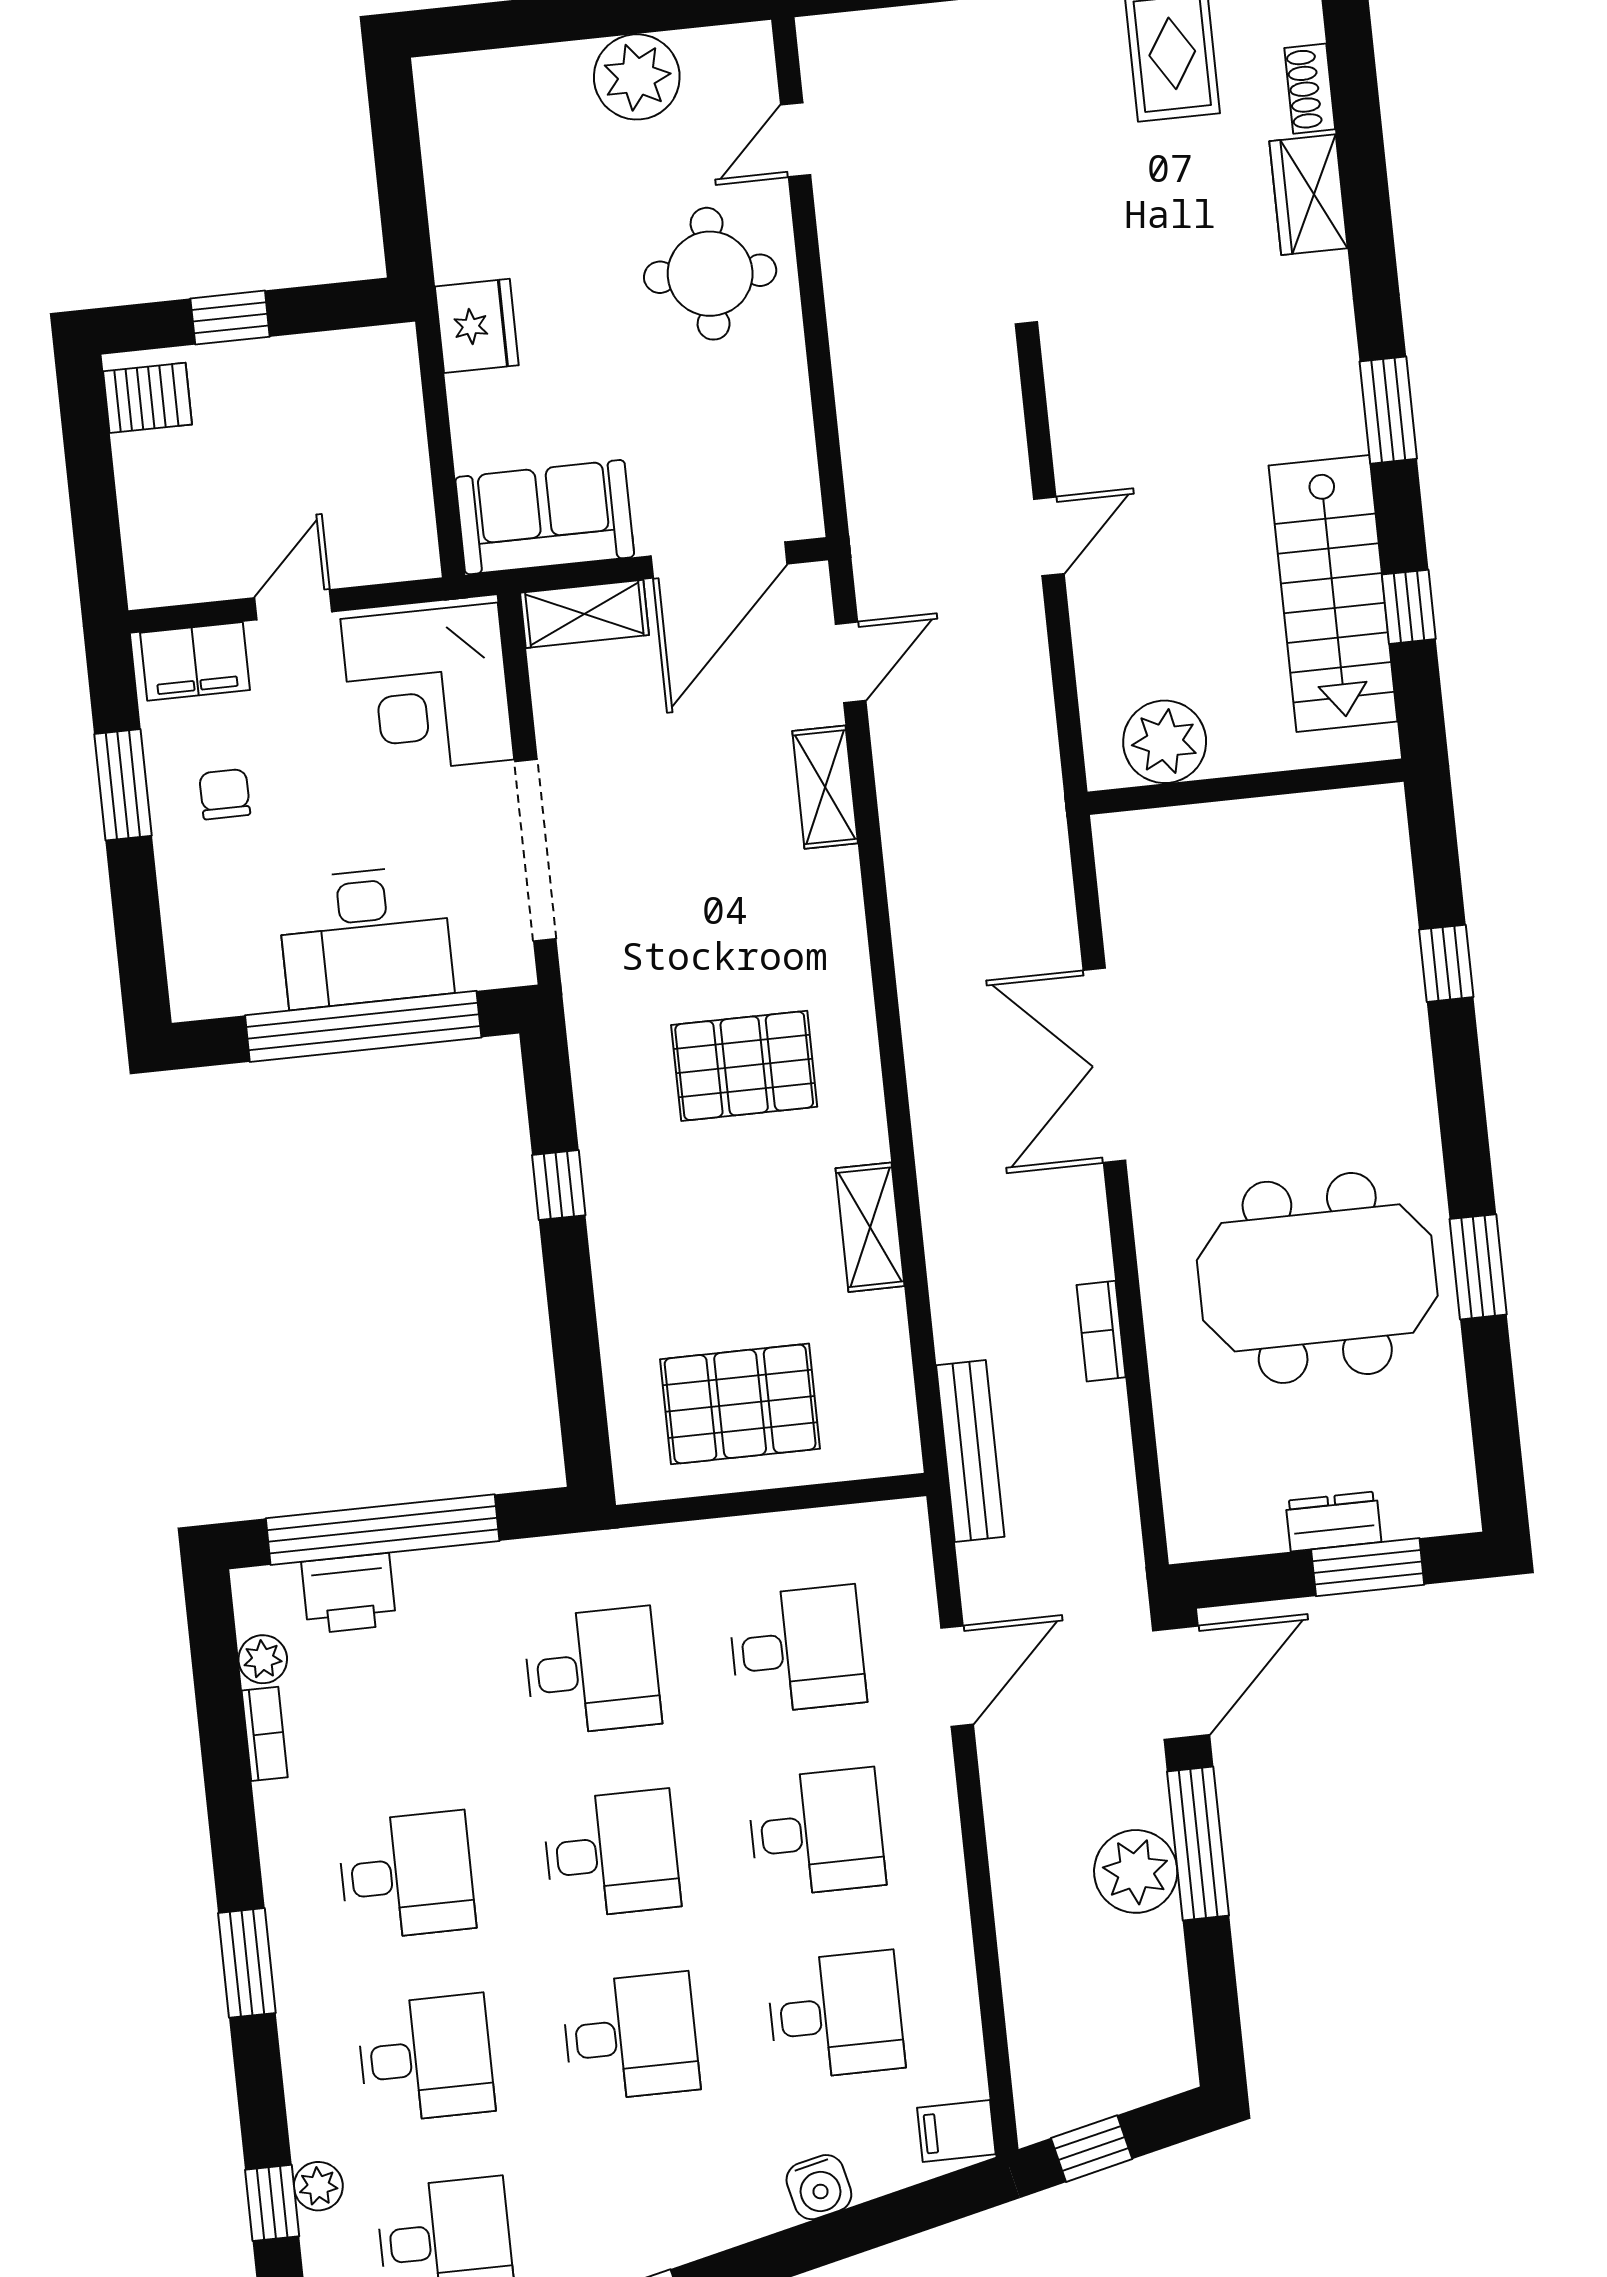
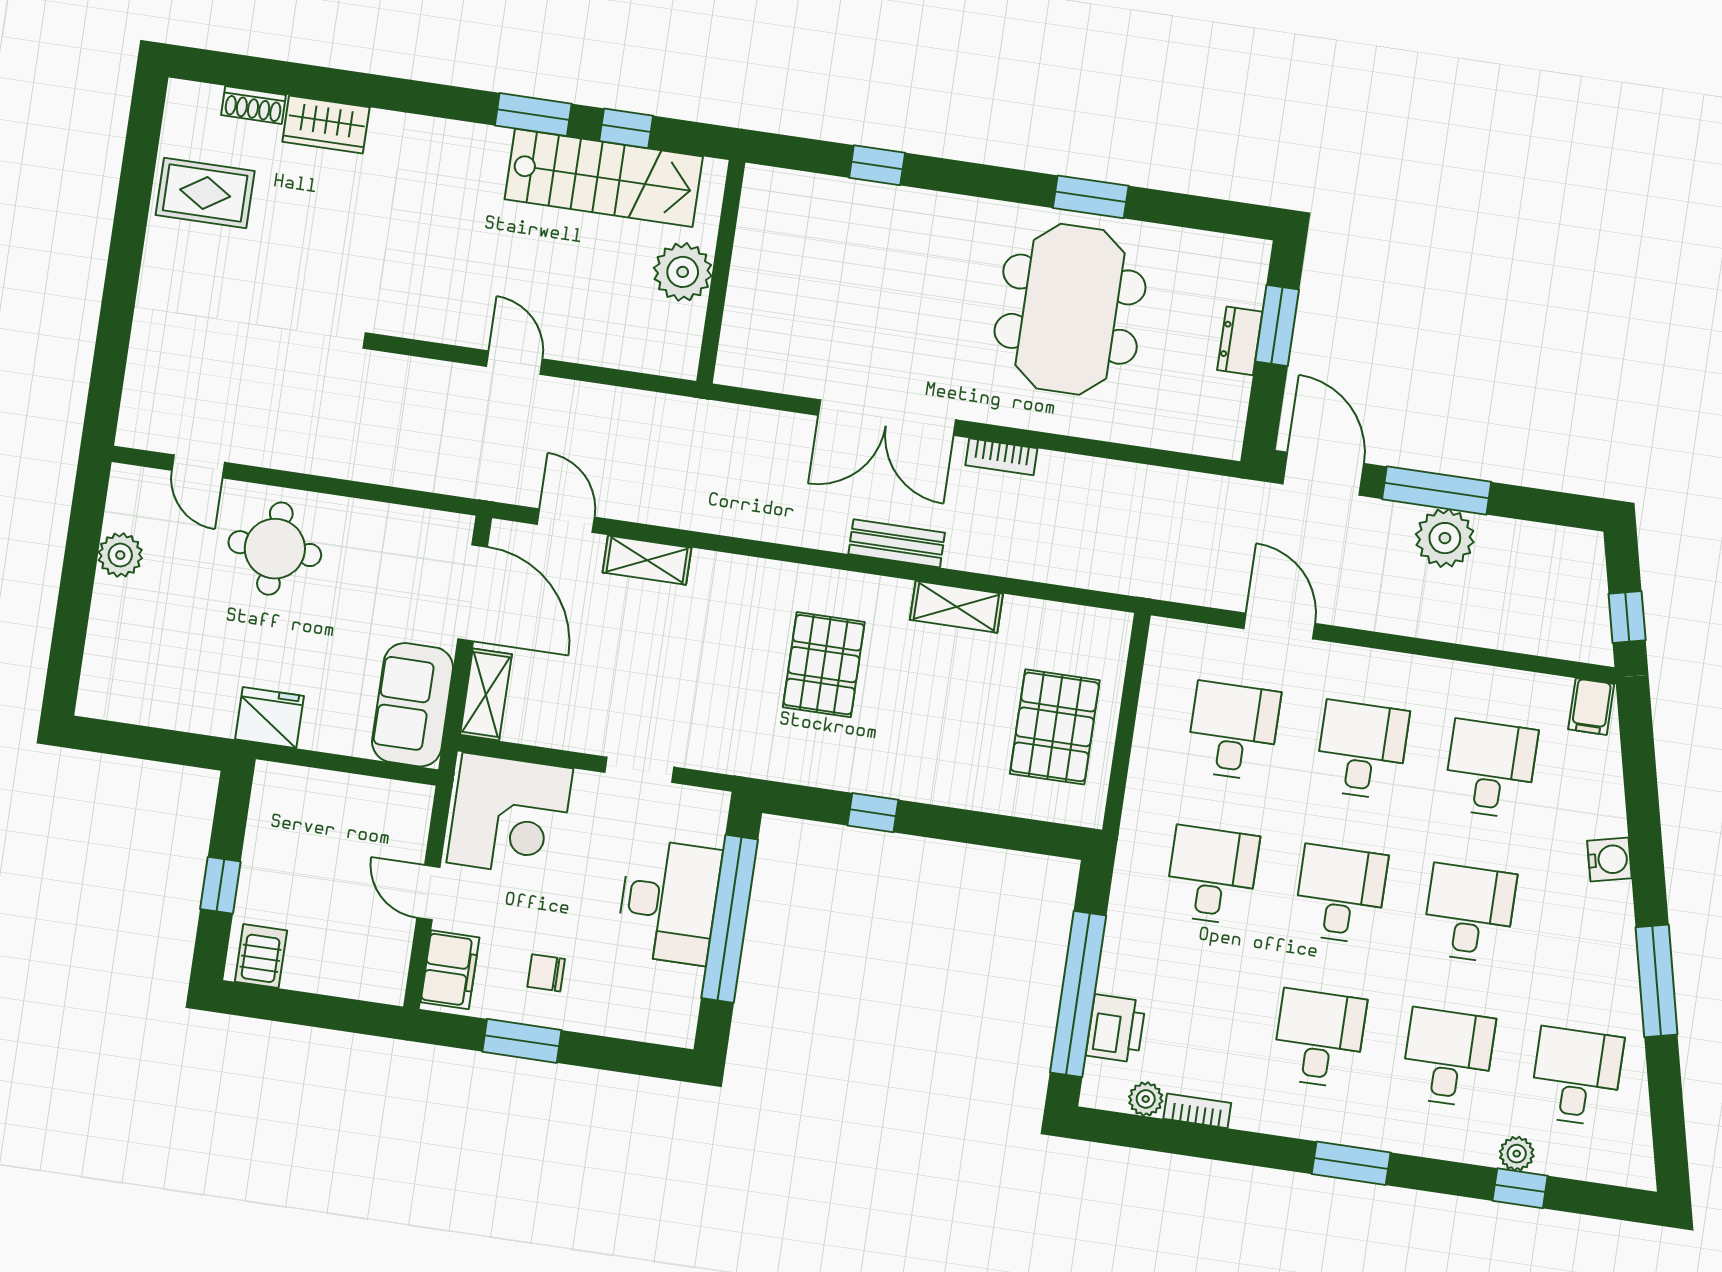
plant: (637, 77) -> (120, 555), width x0.73, depth x0.73
window: (1388, 410) -> (533, 115), moved
plant: (1165, 742) -> (683, 272), moved
doorway: (535, 850) -> (639, 770), width x0.53
bookcase: (1101, 1331) -> (1001, 457), moved
bench: (970, 1451) -> (897, 543), moved, width x0.73
water cooler: (819, 2187) -> (1609, 860), moved

